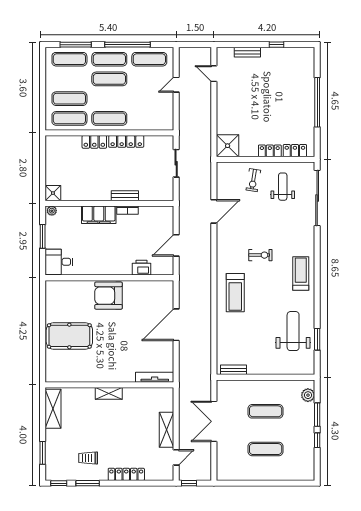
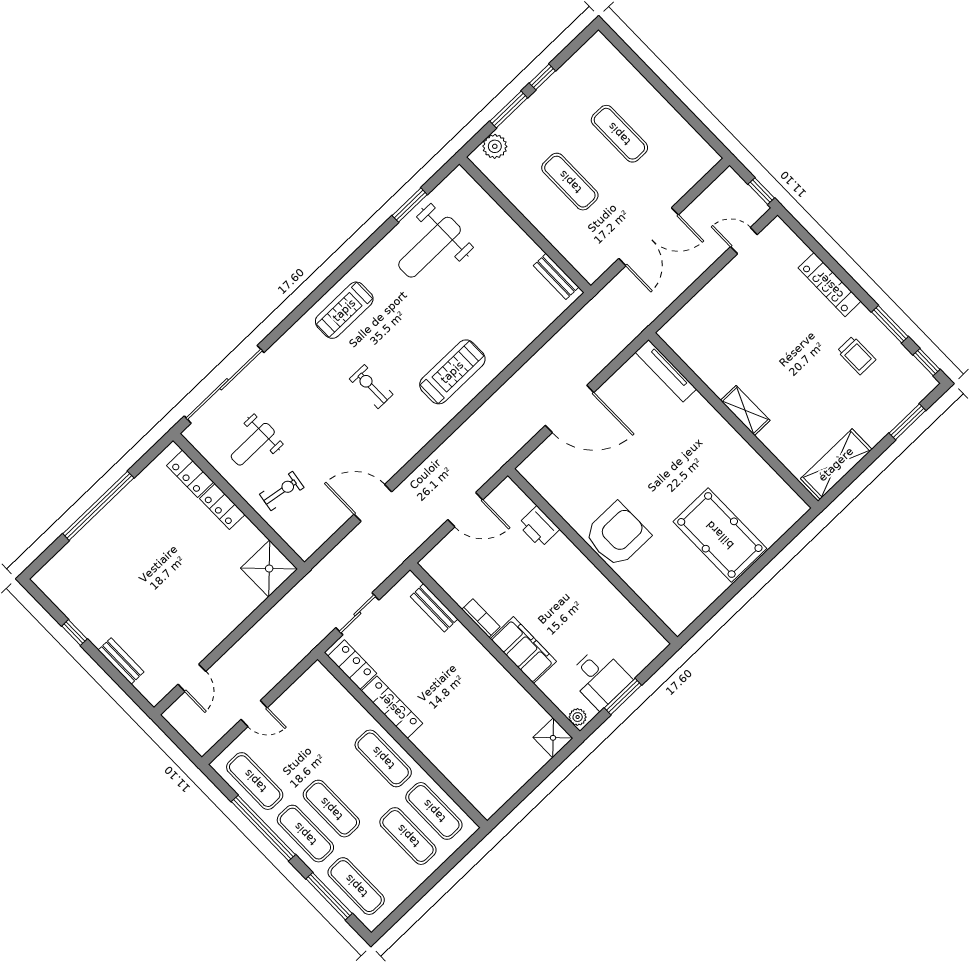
locker: (94, 142) -> (352, 665), moved
bench: (125, 196) -> (434, 608), moved
desk: (59, 262) -> (599, 678), moved
armchair: (109, 296) -> (617, 535), turned -90
shelving: (167, 430) -> (720, 288), removed

